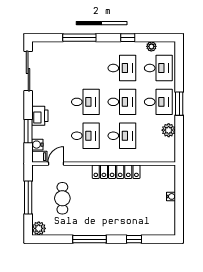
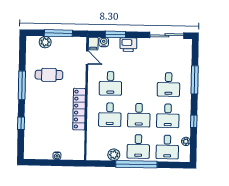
desk: (85, 102) -> (168, 84), moved
window: (179, 104) -> (136, 164), width x2.11
cafe table: (62, 198) -> (49, 75), moved
plant: (39, 228) -> (45, 42), moved

